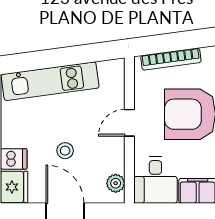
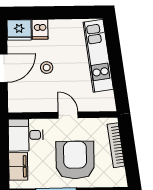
plant: (116, 183) -> (23, 105), removed

